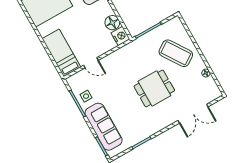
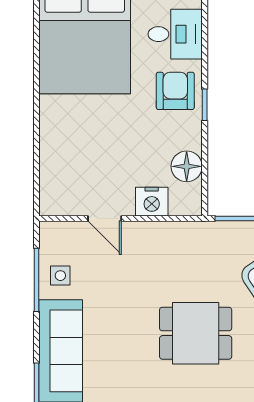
nightstand: (120, 36) -> (152, 202), moved, turned 90
bed: (61, 53) -> (60, 169), removed

